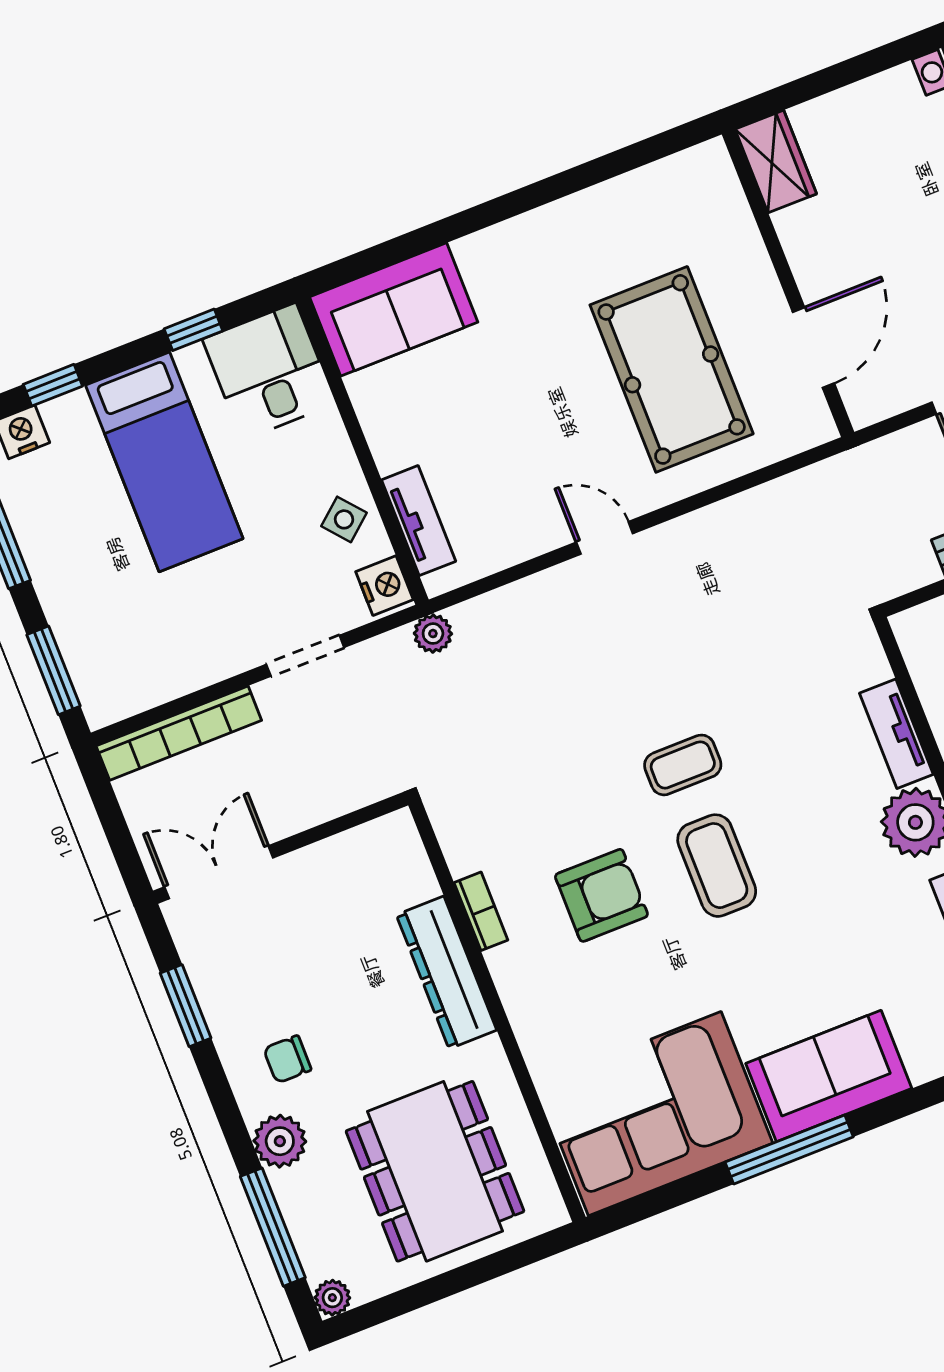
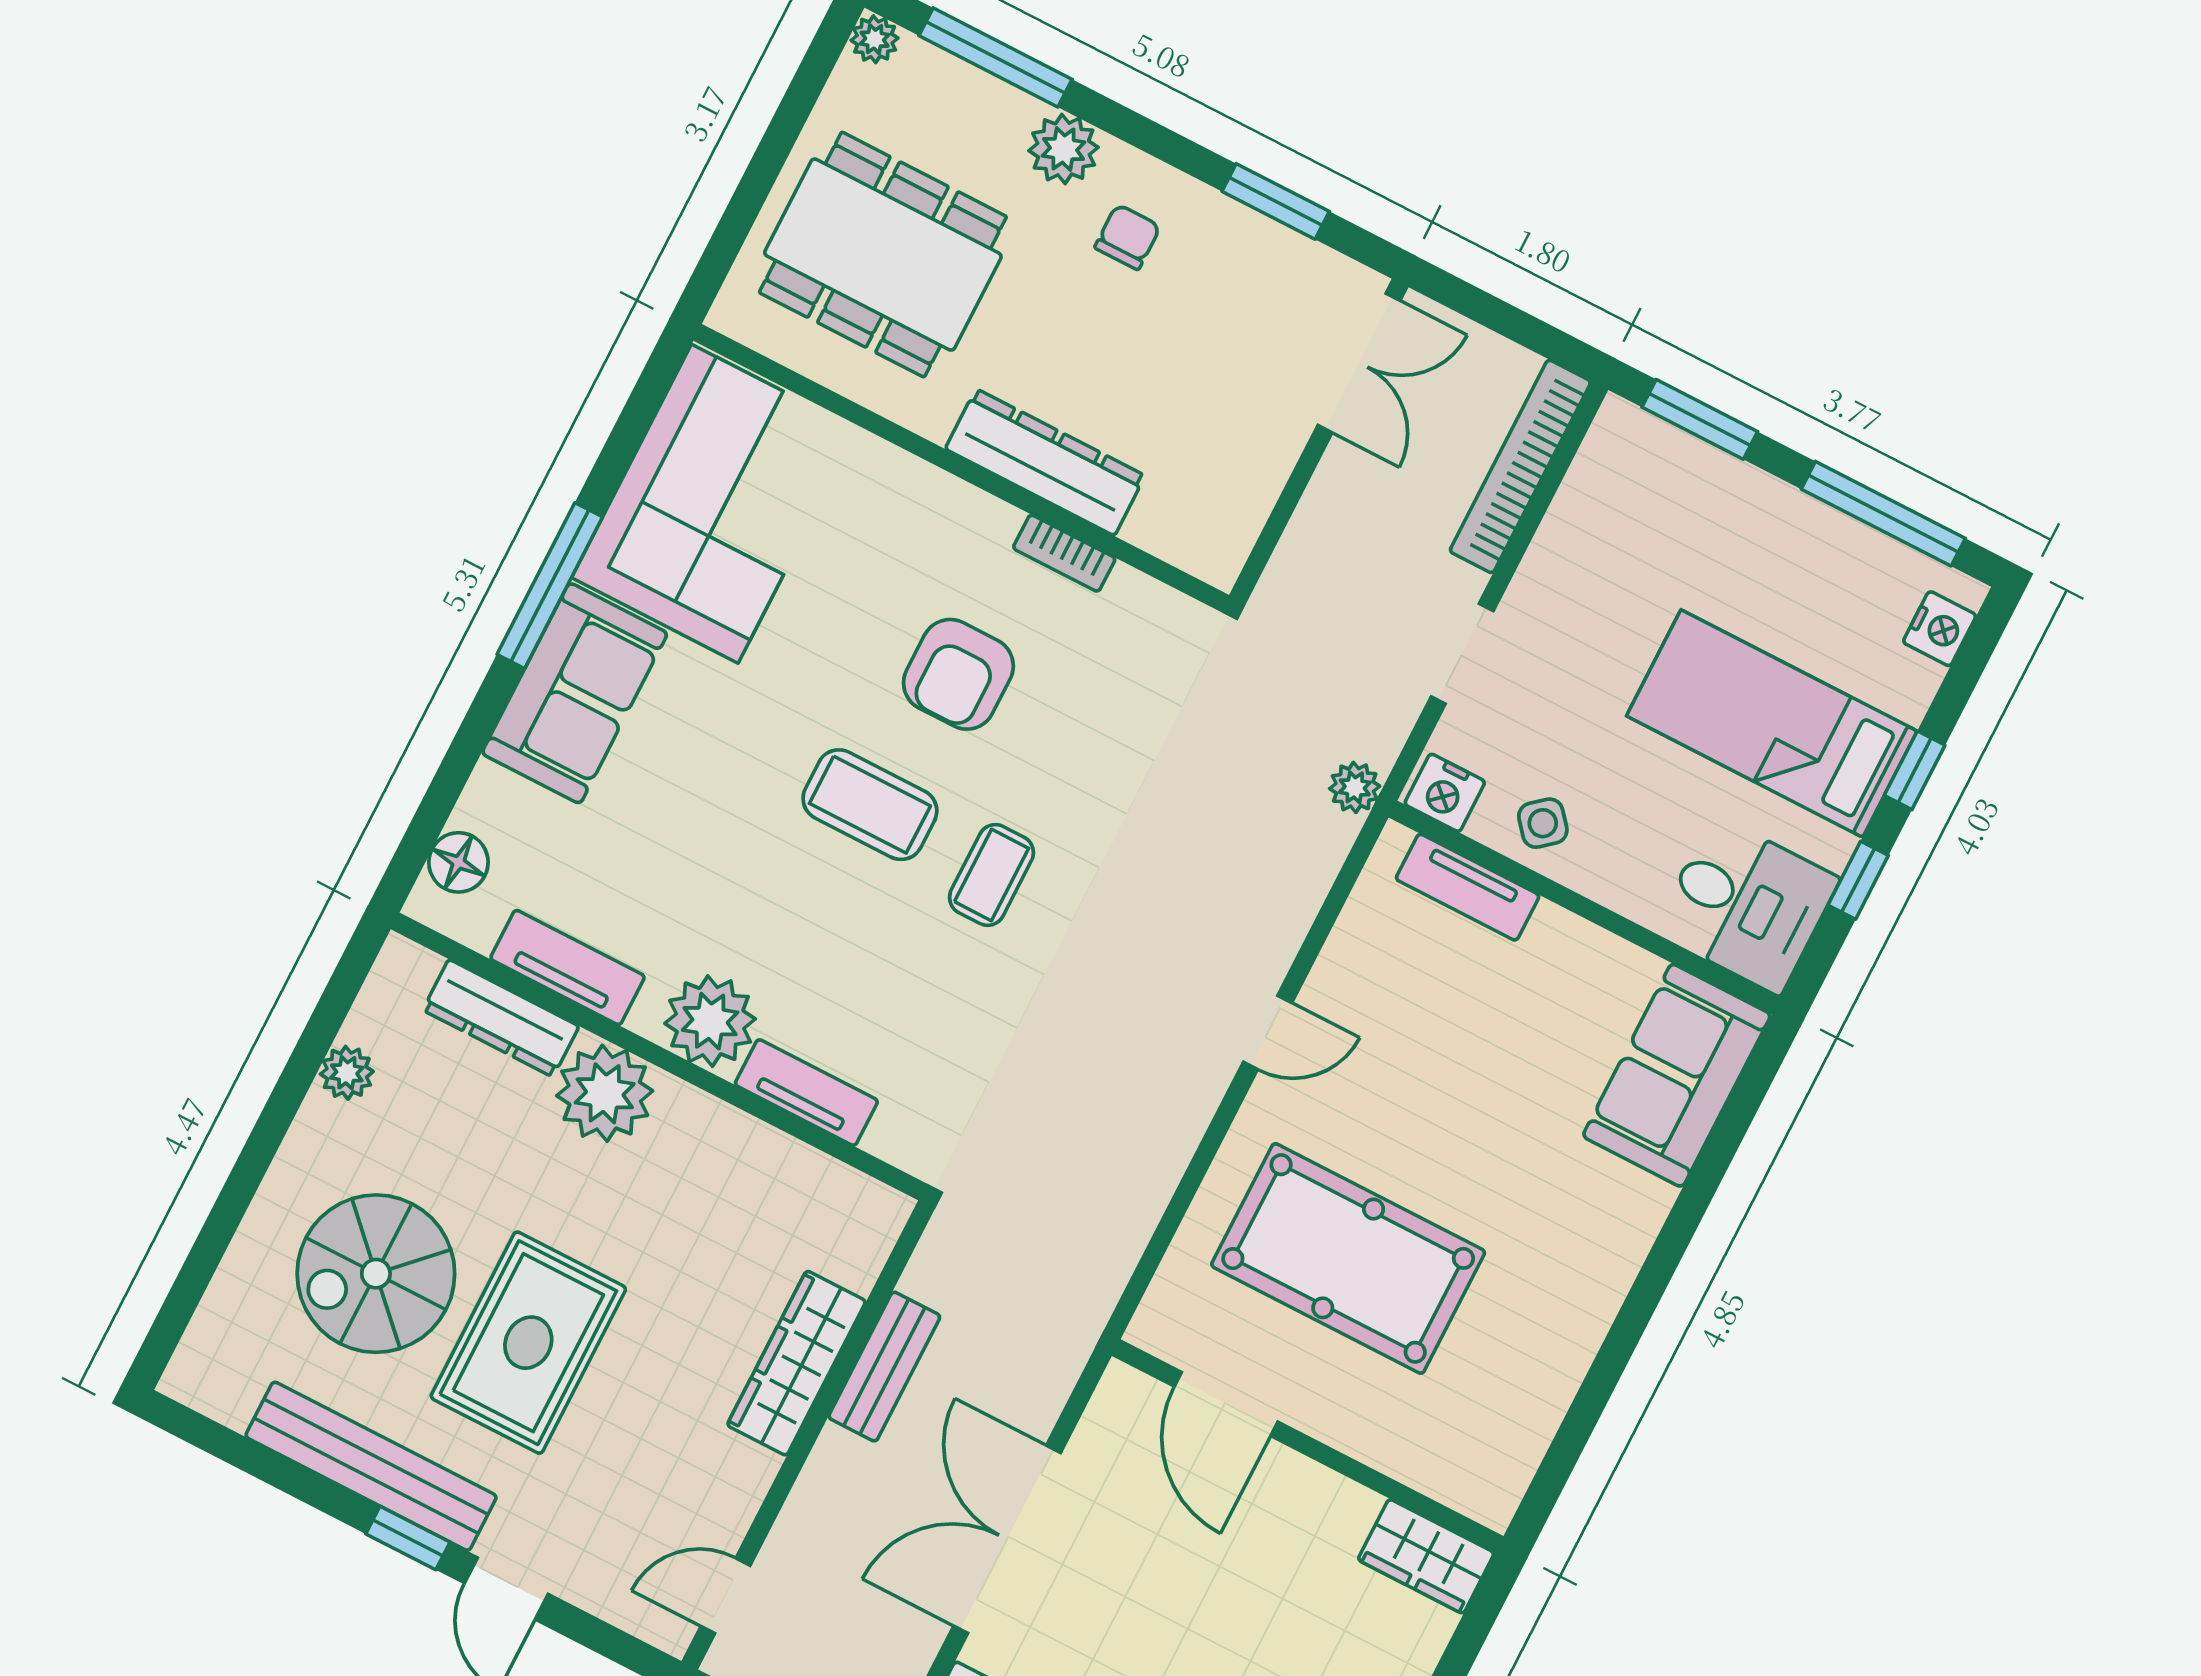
window: (53, 385) -> (1915, 770), moved

